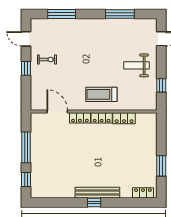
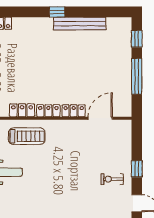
treadmill: (101, 94) -> (27, 136), moved
door: (57, 112) -> (100, 118), swing flipped
bench: (97, 193) -> (80, 24), moved

